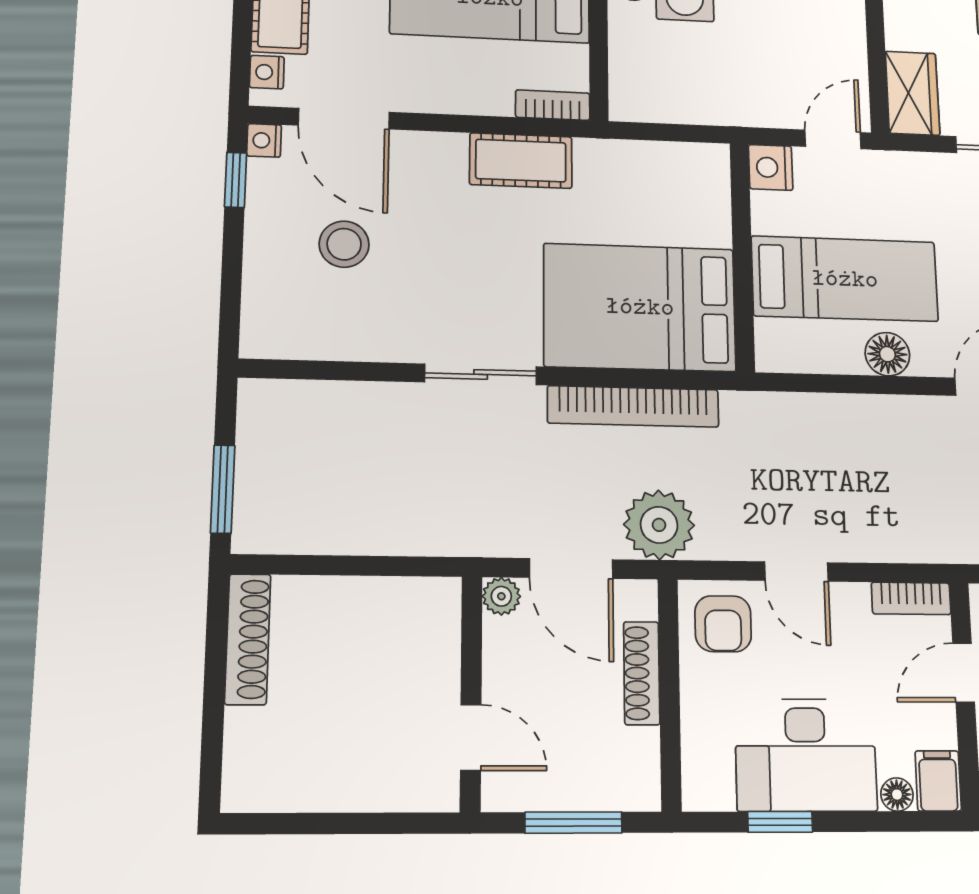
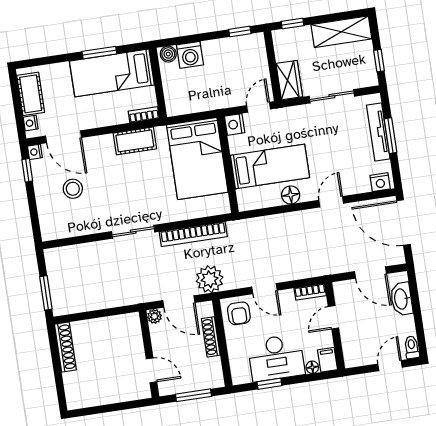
bed: (640, 307) -> (197, 159), moved, turned -90

